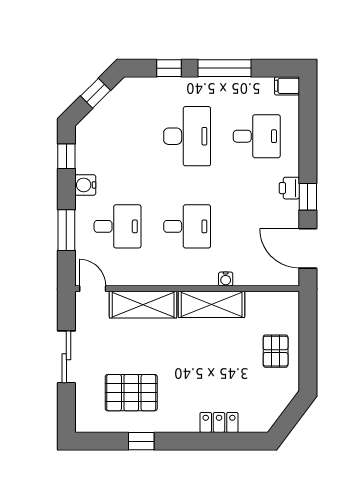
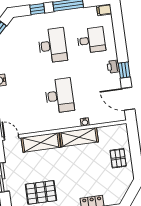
desk: (118, 226) -> (21, 101), removed
desk: (187, 226) -> (59, 96), width x1.37

